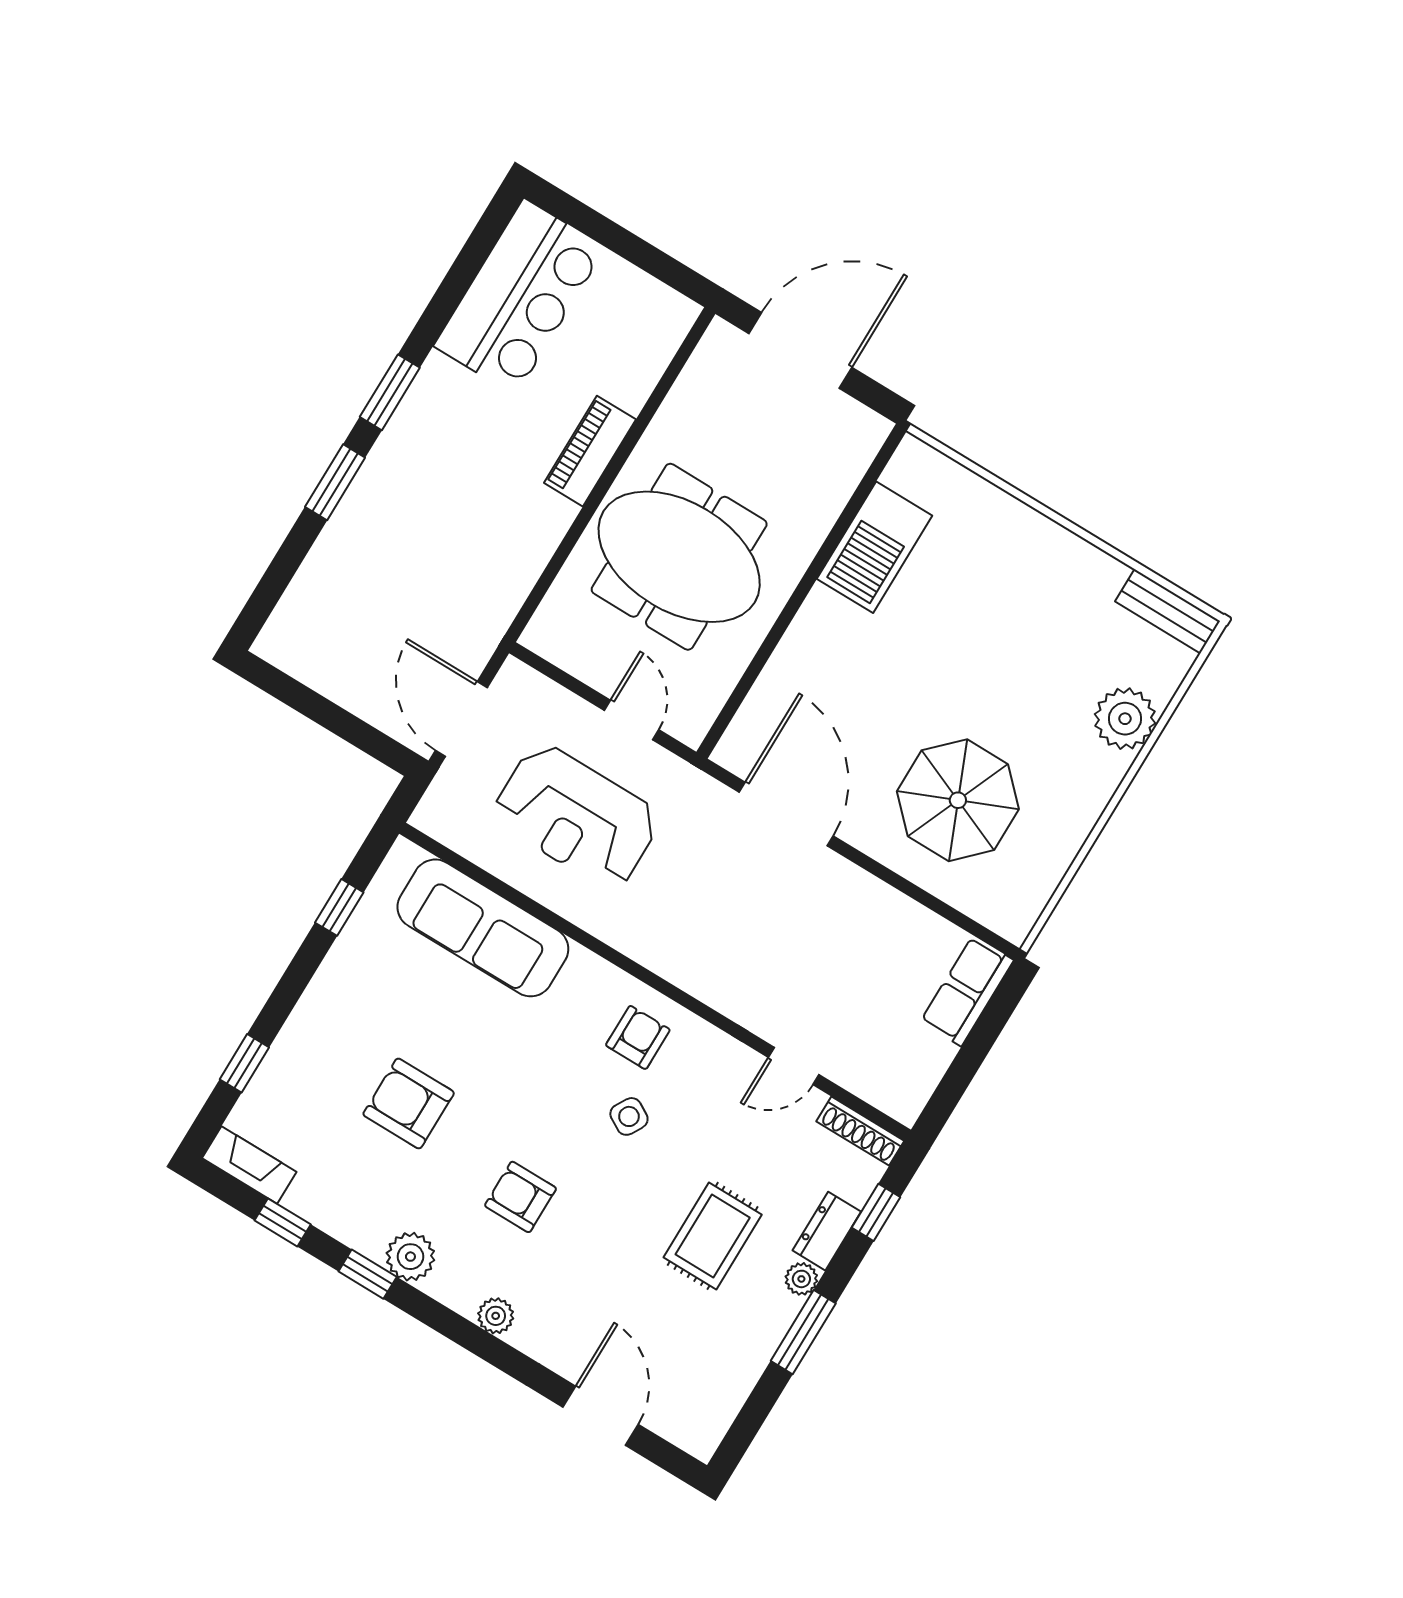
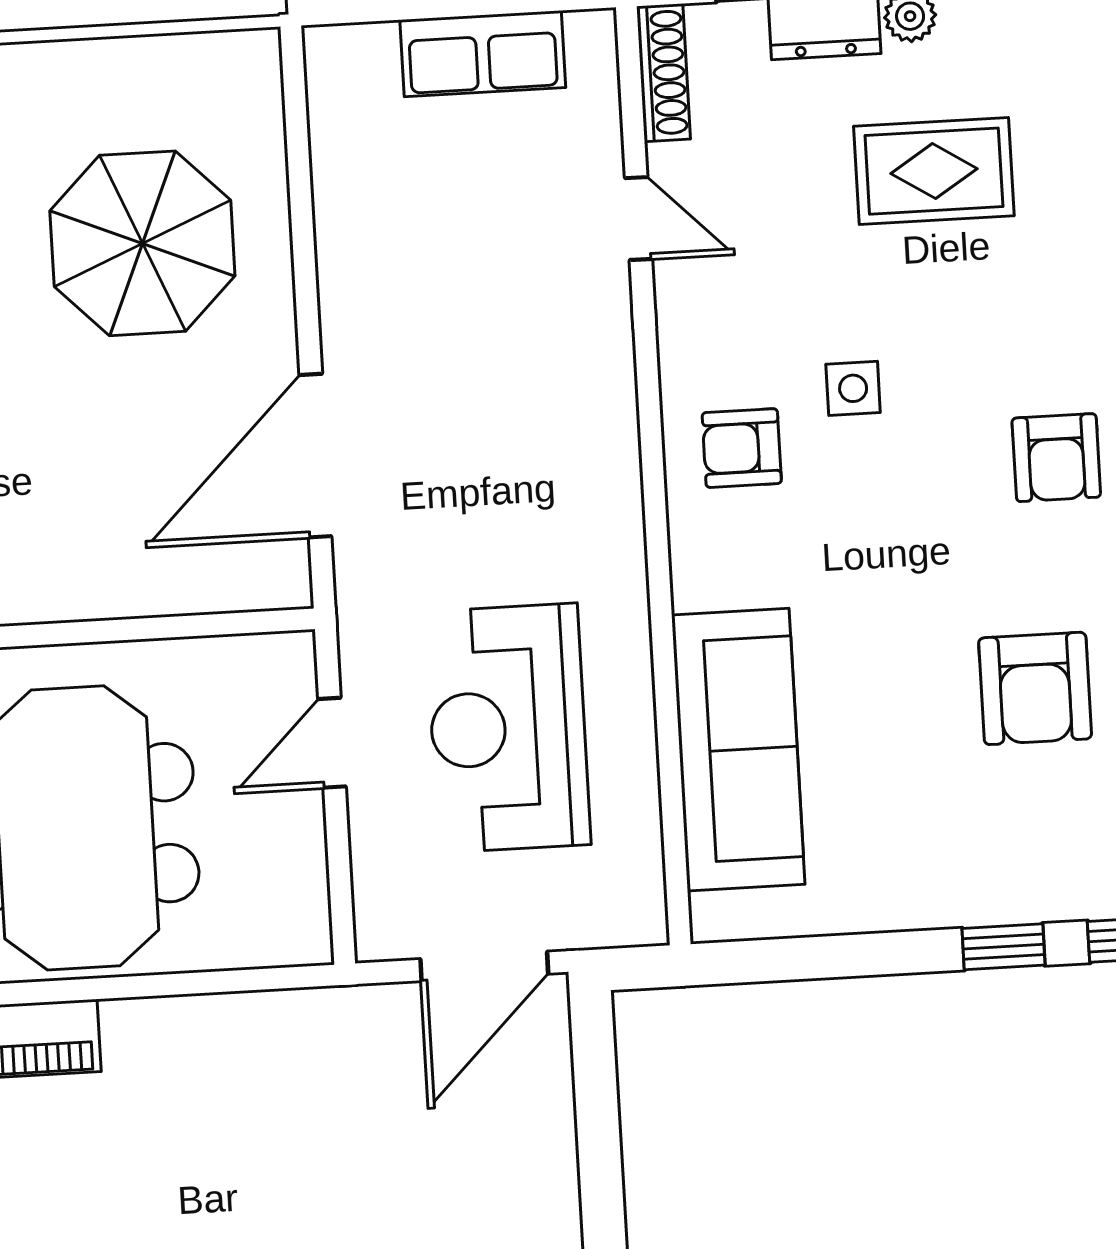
reception desk: (576, 816) -> (508, 728), turned 180
window: (339, 907) -> (1003, 947), moved
row of seats: (967, 991) -> (483, 54), moved
side table: (629, 1116) -> (853, 388), turned -30

